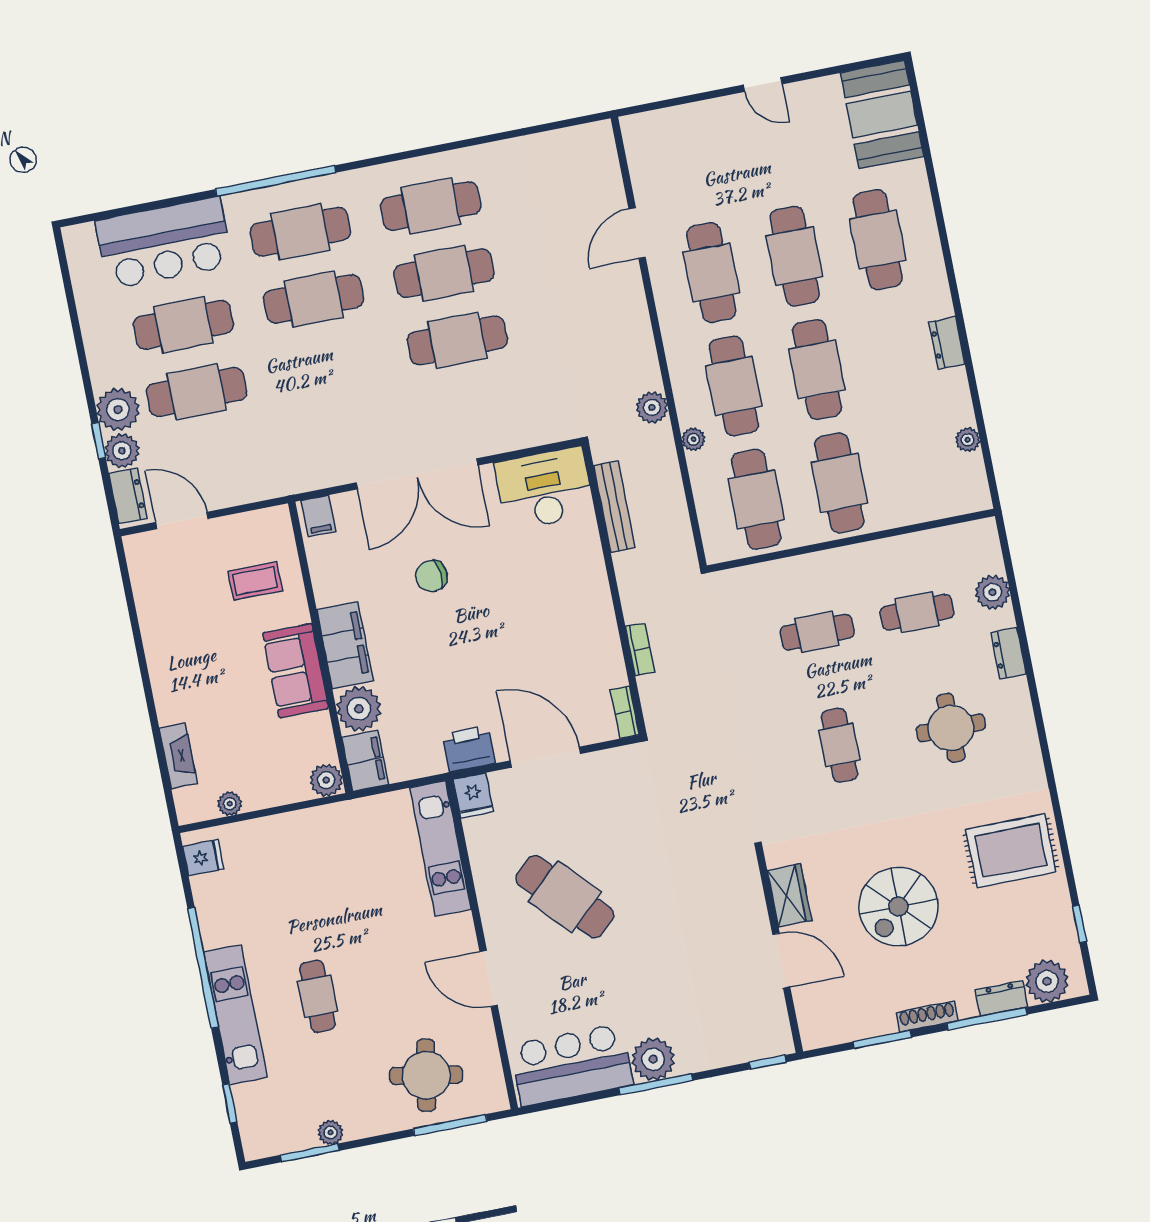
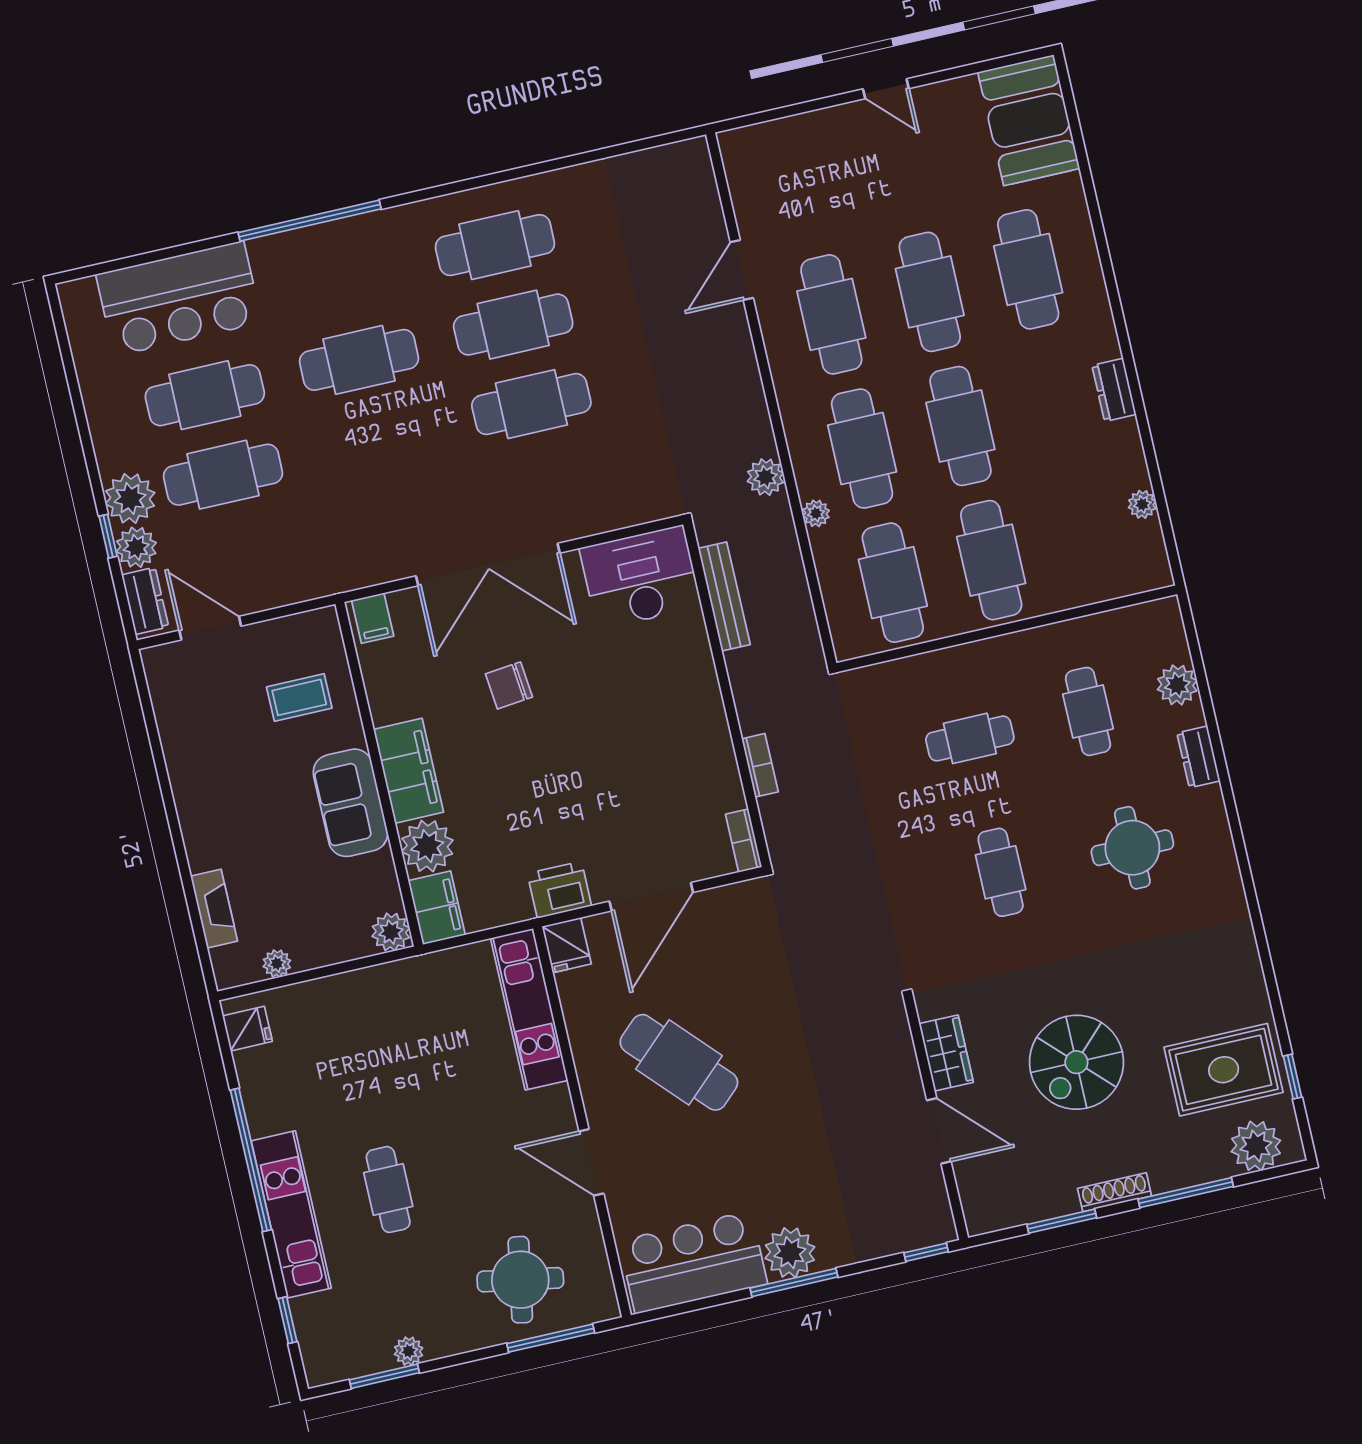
cafe table: (300, 232) -> (341, 280), removed
cafe table: (917, 612) -> (1088, 711), turned 90
door: (546, 757) -> (651, 897), swing flipped
rug: (1011, 851) -> (1224, 1070), moved
dresser: (1001, 998) -> (1202, 1168), removed

